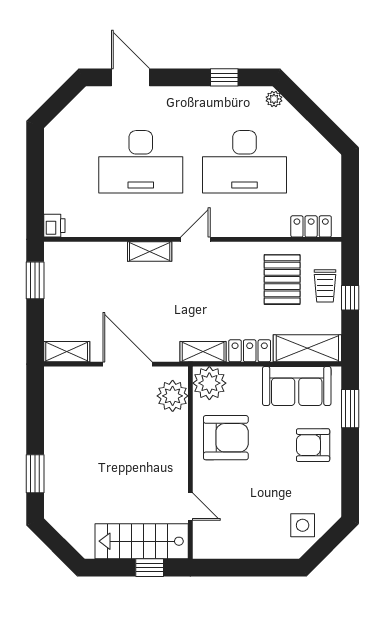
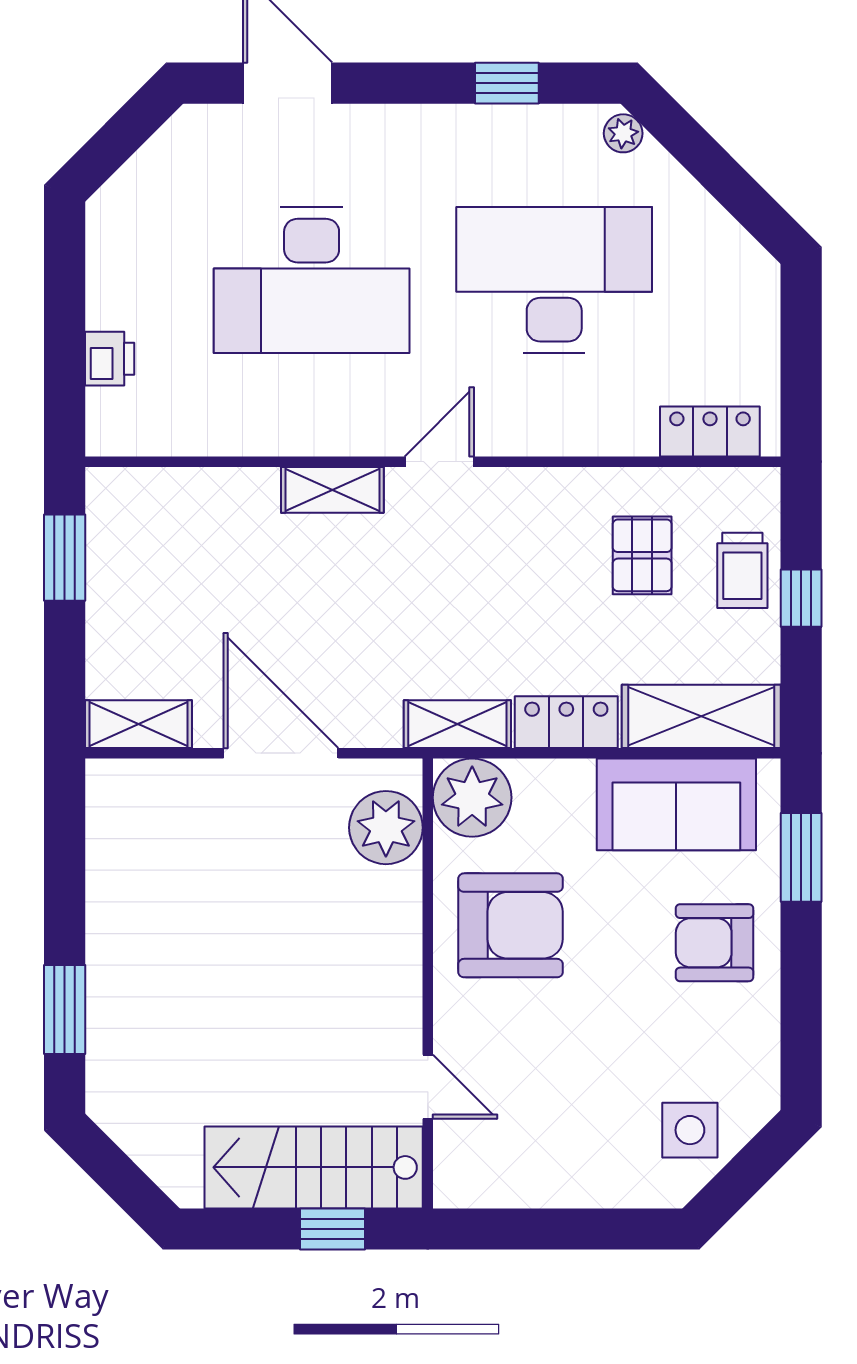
desk: (244, 162) -> (554, 280), turned 180
printer: (54, 226) -> (110, 359), moved
pallet: (282, 279) -> (642, 555), width x0.67, depth x0.71

